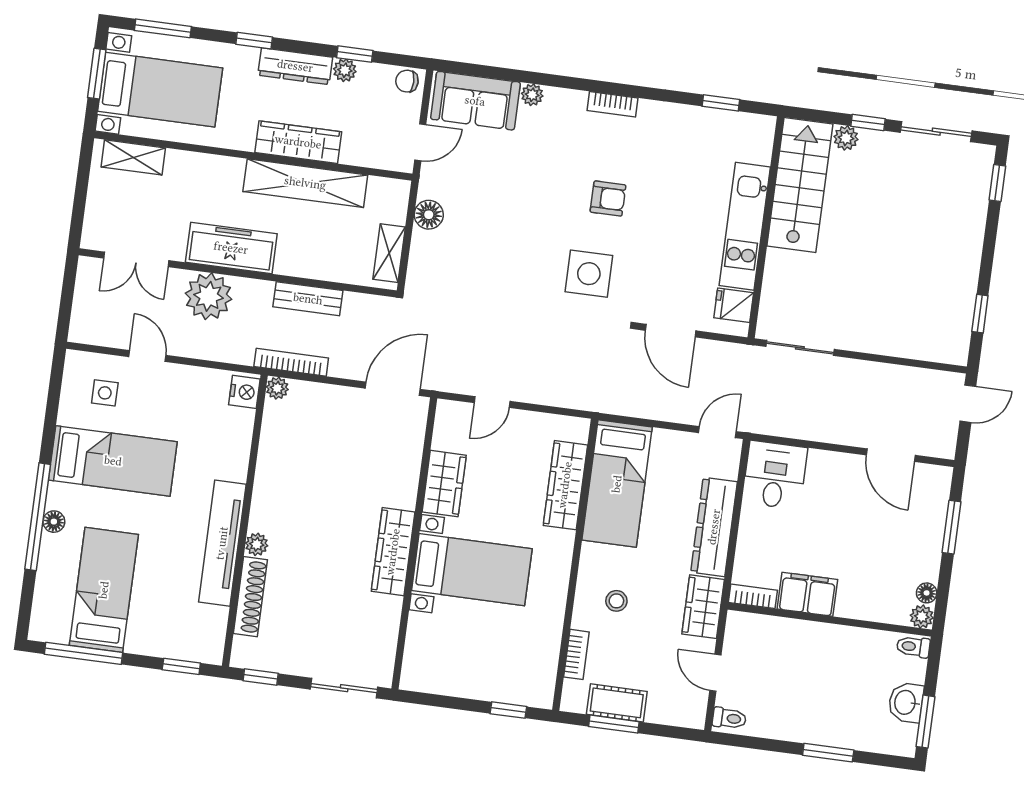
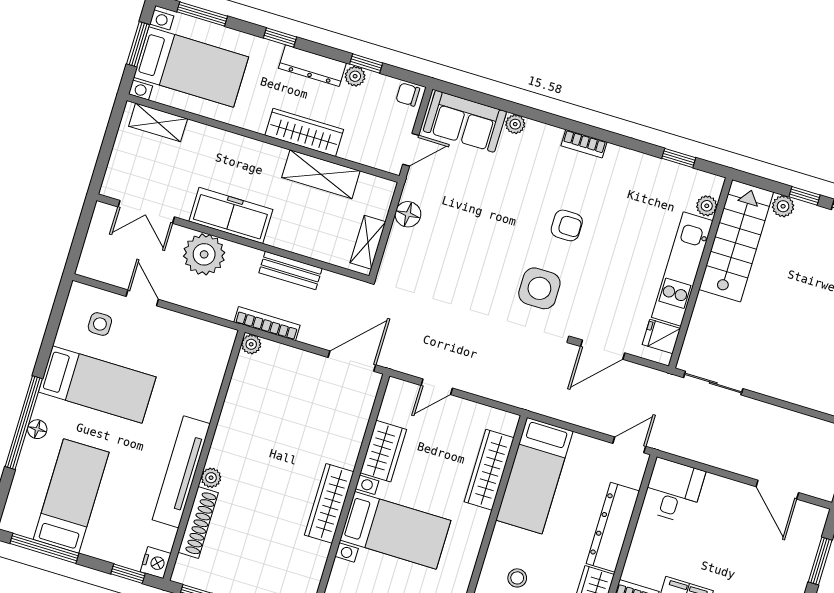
plant: (761, 151) -> (707, 206), added
shelving: (305, 183) -> (321, 174), width x0.68
door: (671, 331) -> (603, 350), hinge flipped
nightstand: (244, 392) -> (156, 563), moved

